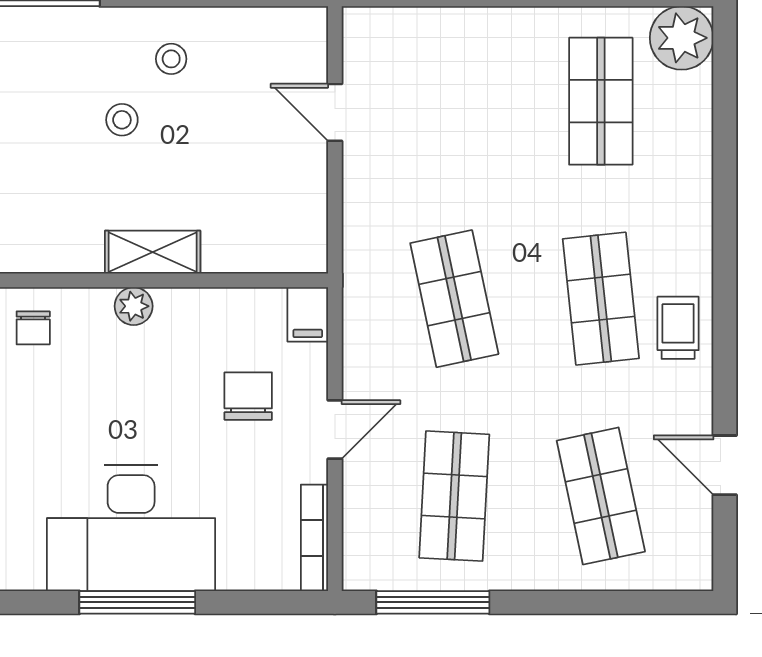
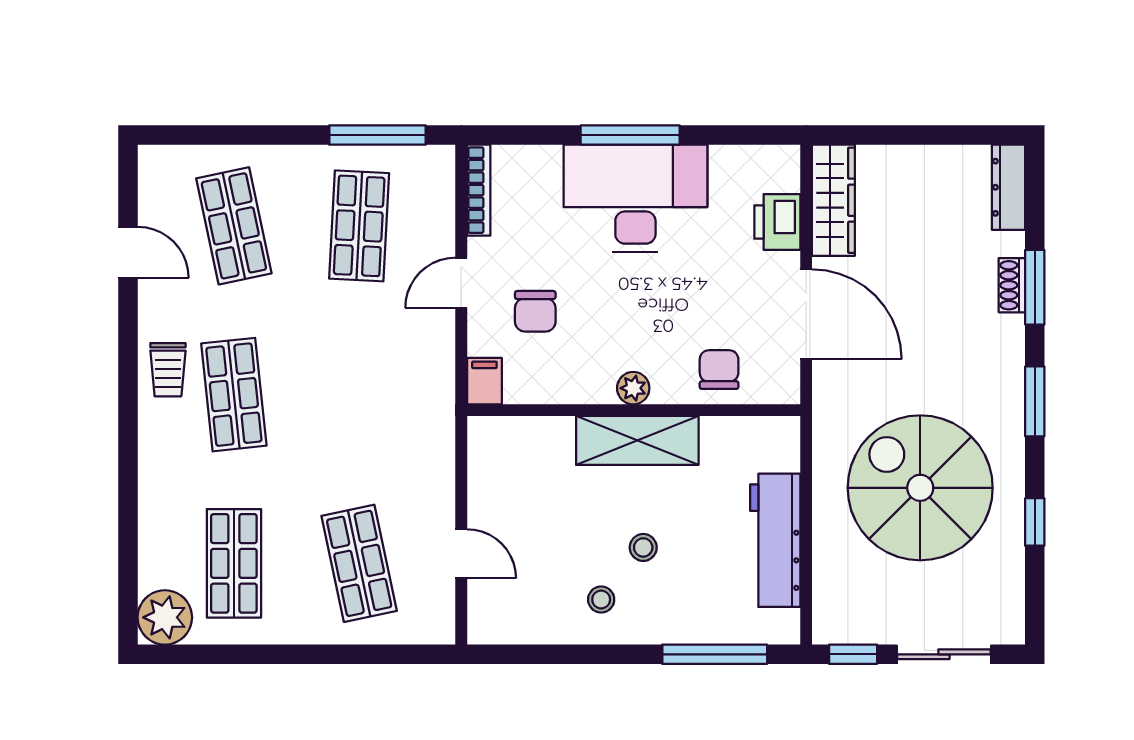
shelving: (153, 252) -> (637, 440), width x1.50, depth x1.33
shop shelf: (454, 299) -> (359, 563), moved
chair: (33, 328) -> (719, 370), width x1.37, depth x1.37

